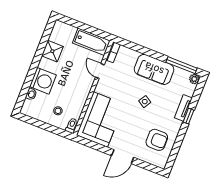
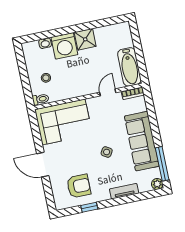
shower: (52, 51) -> (85, 39), moved
sofa: (154, 69) -> (142, 141), width x1.36
window: (189, 116) -> (89, 207), moved
armchair: (157, 140) -> (79, 186), turned -90

